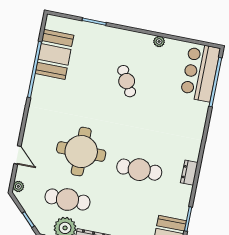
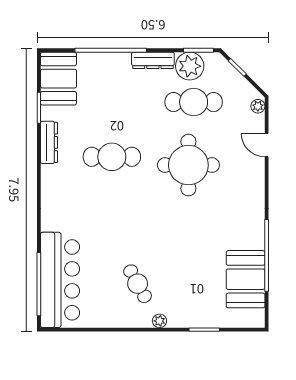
plant: (159, 41) -> (159, 321), moved
bar counter: (200, 72) -> (60, 280), width x1.36
cafe table: (127, 81) -> (138, 284), moved
dresser: (189, 173) -> (49, 142), moved, width x1.44

